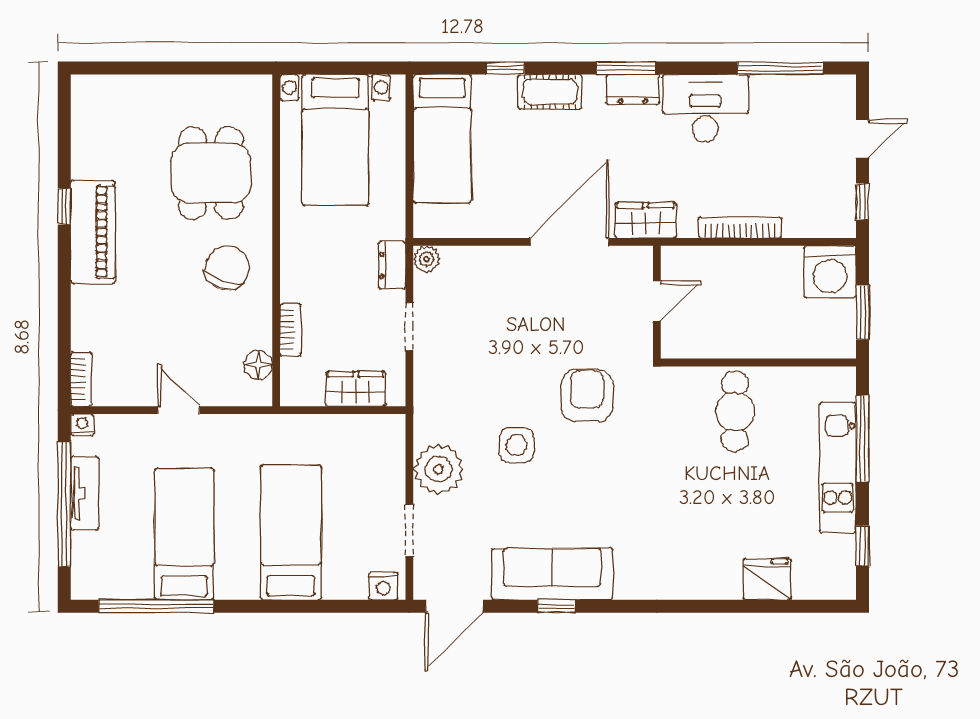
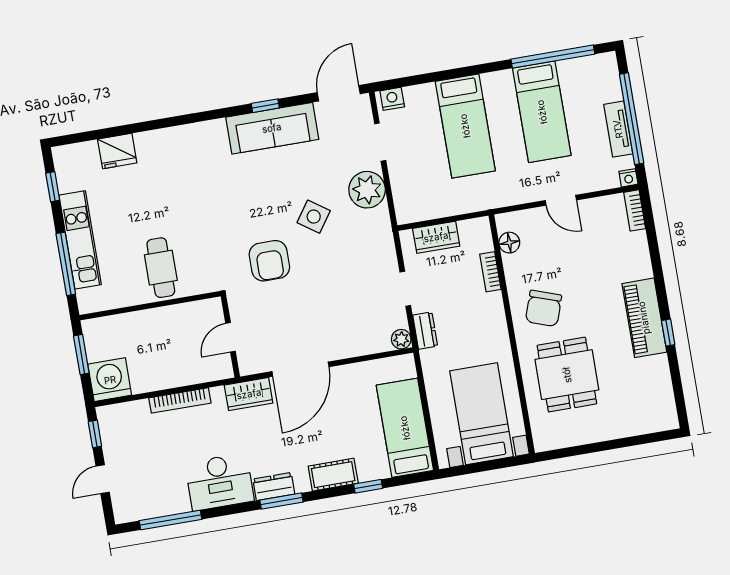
side table: (517, 445) -> (314, 217), turned 35

